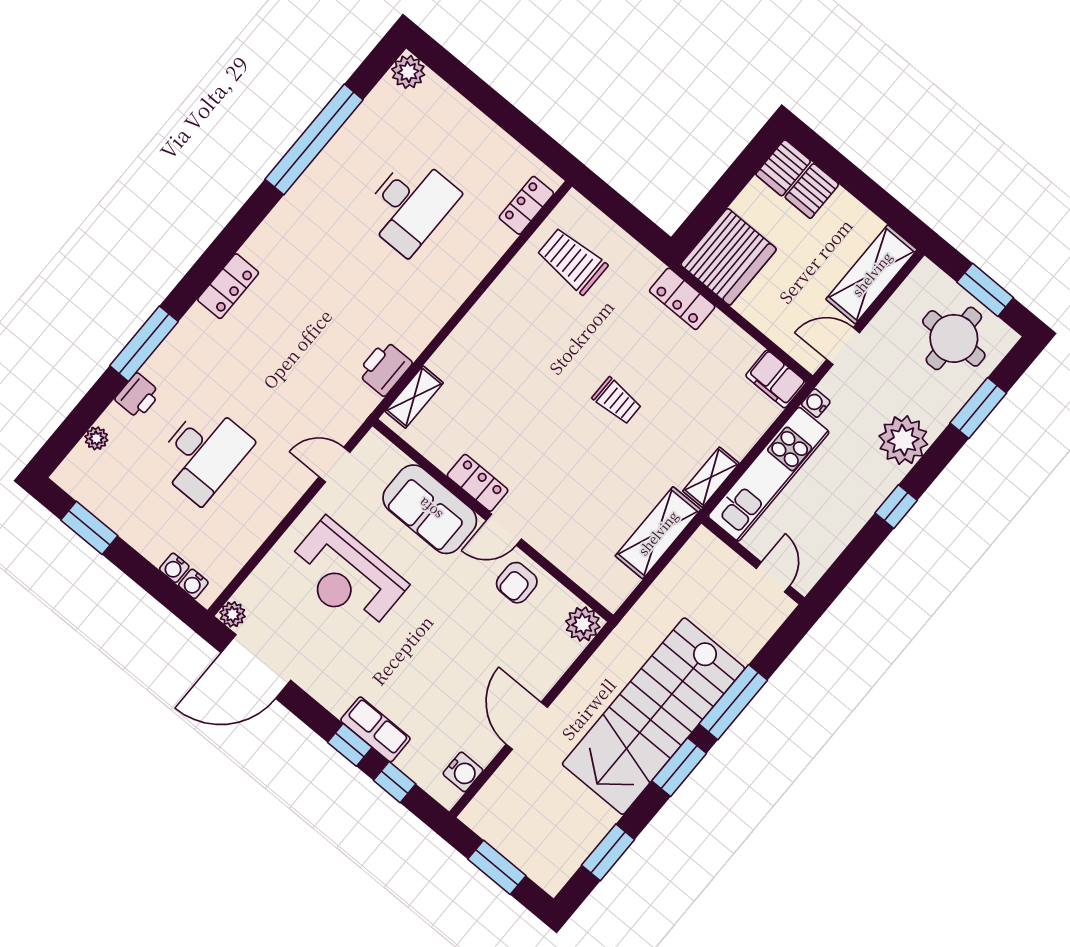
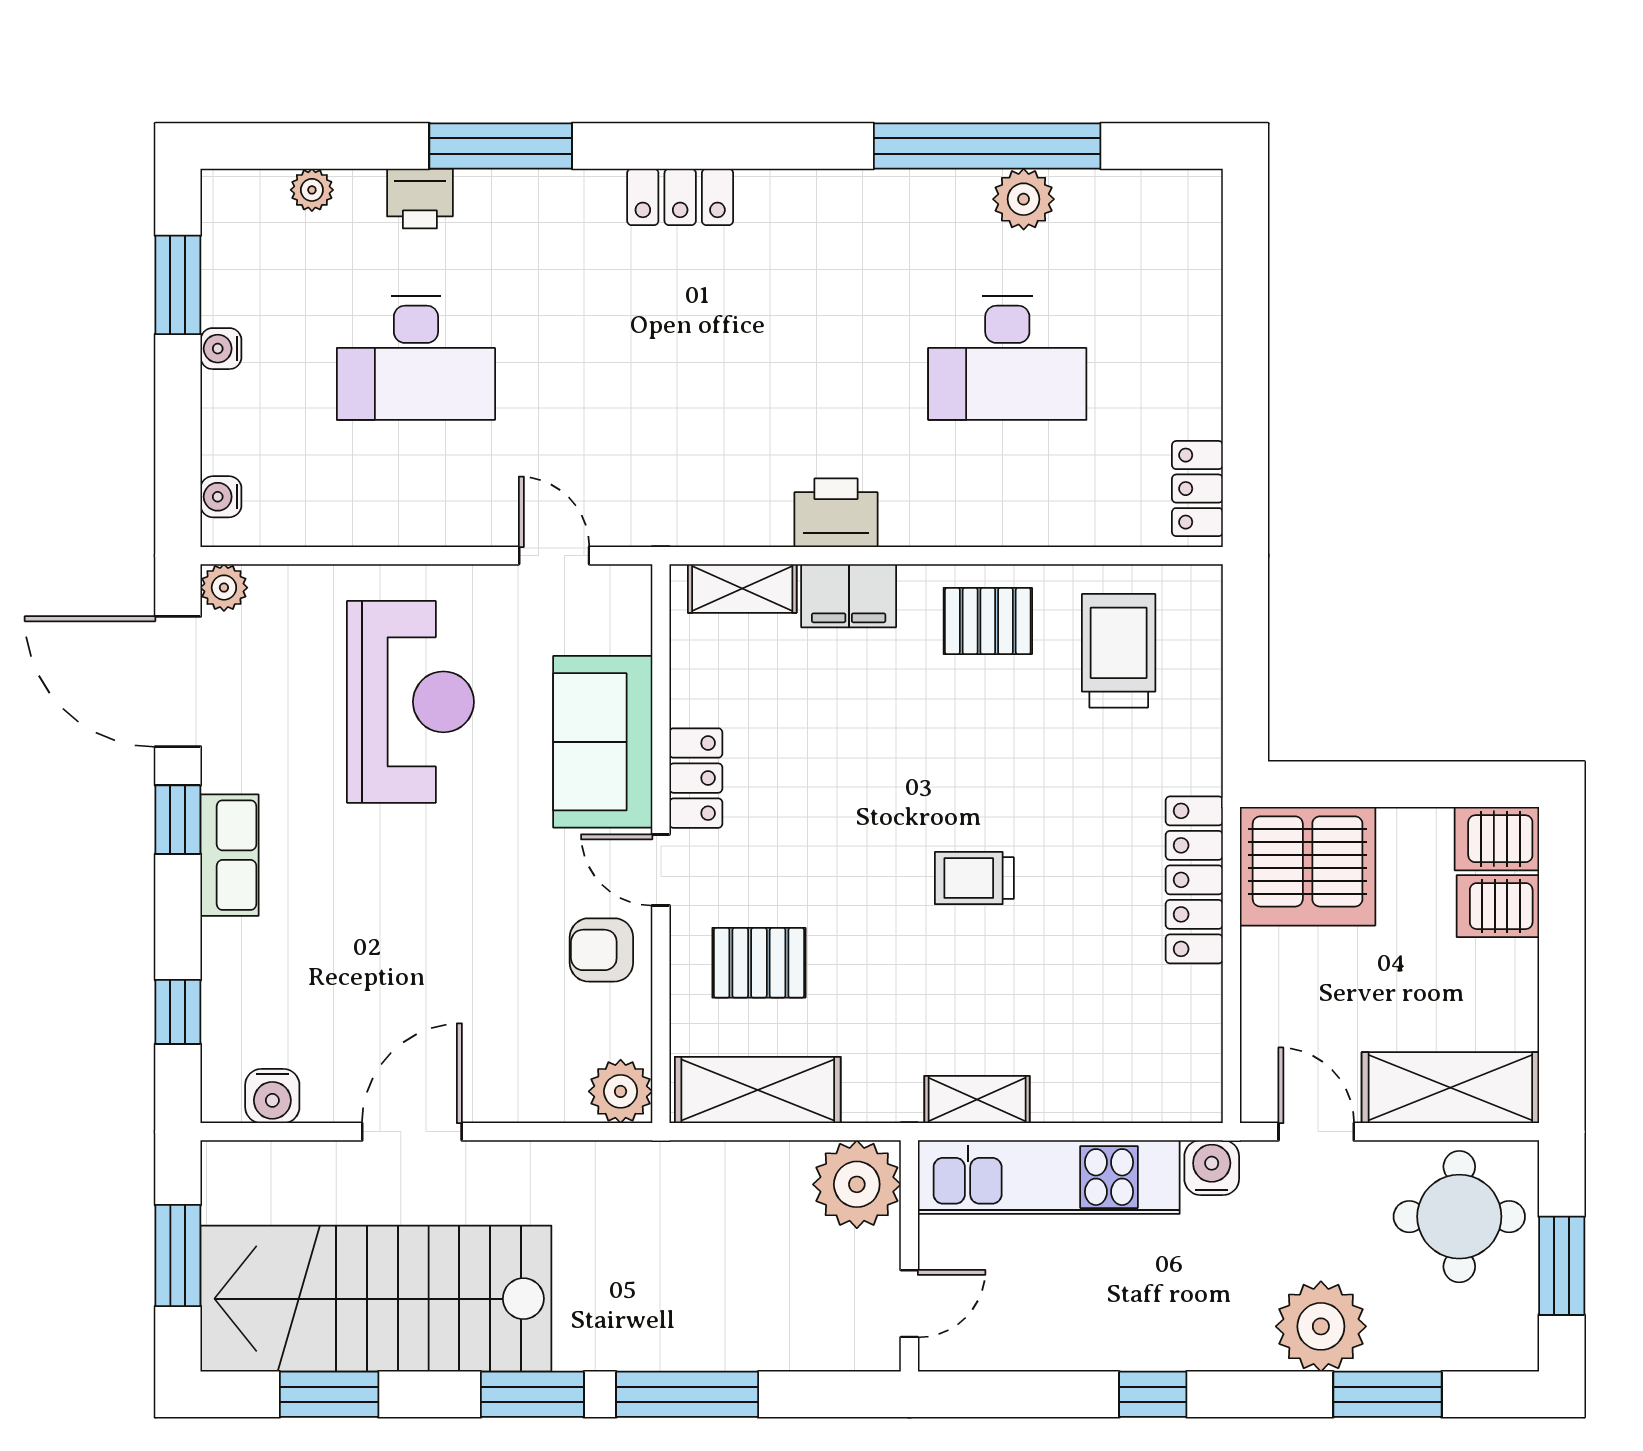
plant: (408, 72) -> (1024, 199), moved
locker: (526, 205) -> (1197, 489), moved, turned -90
locker: (682, 299) -> (1194, 880), width x1.53
pallet: (514, 305) -> (988, 621), added
round table: (954, 338) -> (1459, 1217), moved
printer: (384, 368) -> (836, 513), moved
filing cabinet: (776, 379) -> (849, 596), moved, turned -90
trolley: (617, 401) -> (974, 878), turned 90
water cooler: (816, 403) -> (1212, 1168), width x1.38, depth x1.38
plant: (903, 440) -> (1321, 1326), moved
pallet: (577, 521) -> (759, 963), added
shelving: (658, 533) -> (758, 1090), moved
plant: (704, 557) -> (857, 1184), added
water cooler: (174, 568) -> (221, 349), moved
reception desk: (346, 576) -> (410, 702), turned 180
stairs: (654, 716) -> (376, 1299), moved
row of seats: (375, 729) -> (230, 855), moved
window: (350, 745) -> (178, 820), moved

